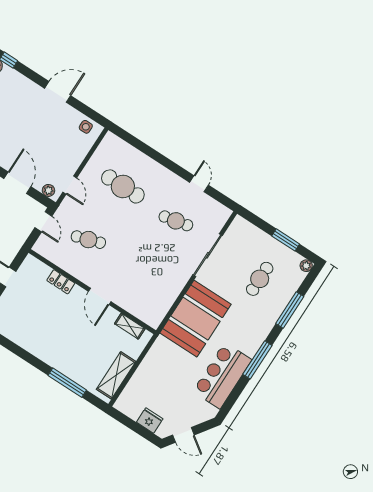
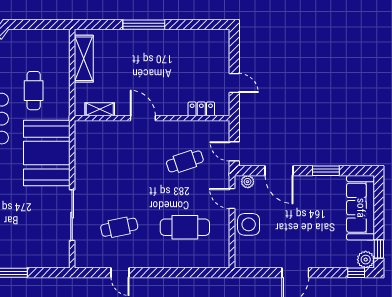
side table: (86, 127) -> (249, 224), moved, width x1.87, depth x1.87
cafe table: (260, 279) -> (34, 91), moved
locker: (61, 282) -> (201, 109), moved
window: (67, 383) -> (144, 25), moved
fridge: (150, 420) -> (29, 38), removed

